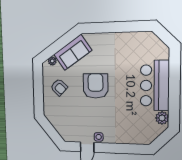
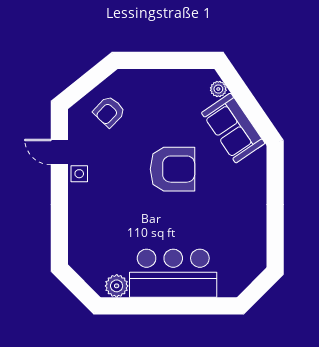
armchair: (59, 87) -> (109, 112), moved

